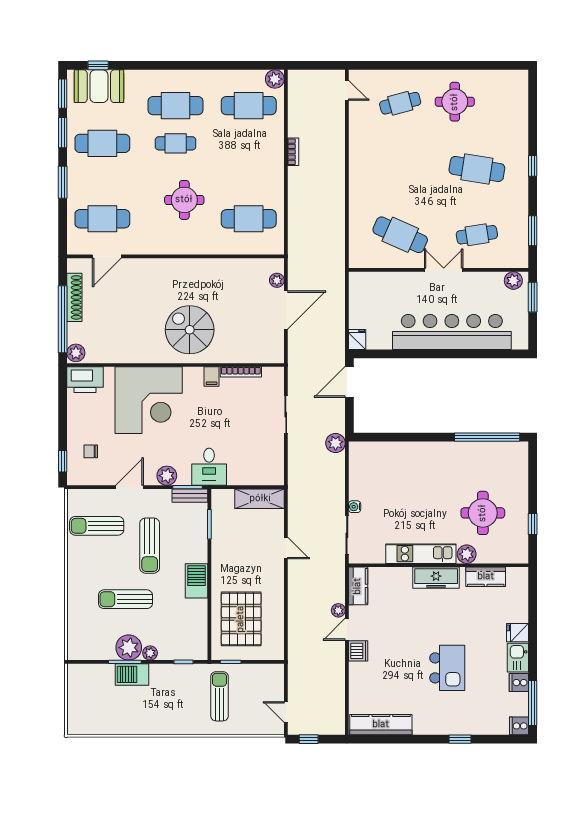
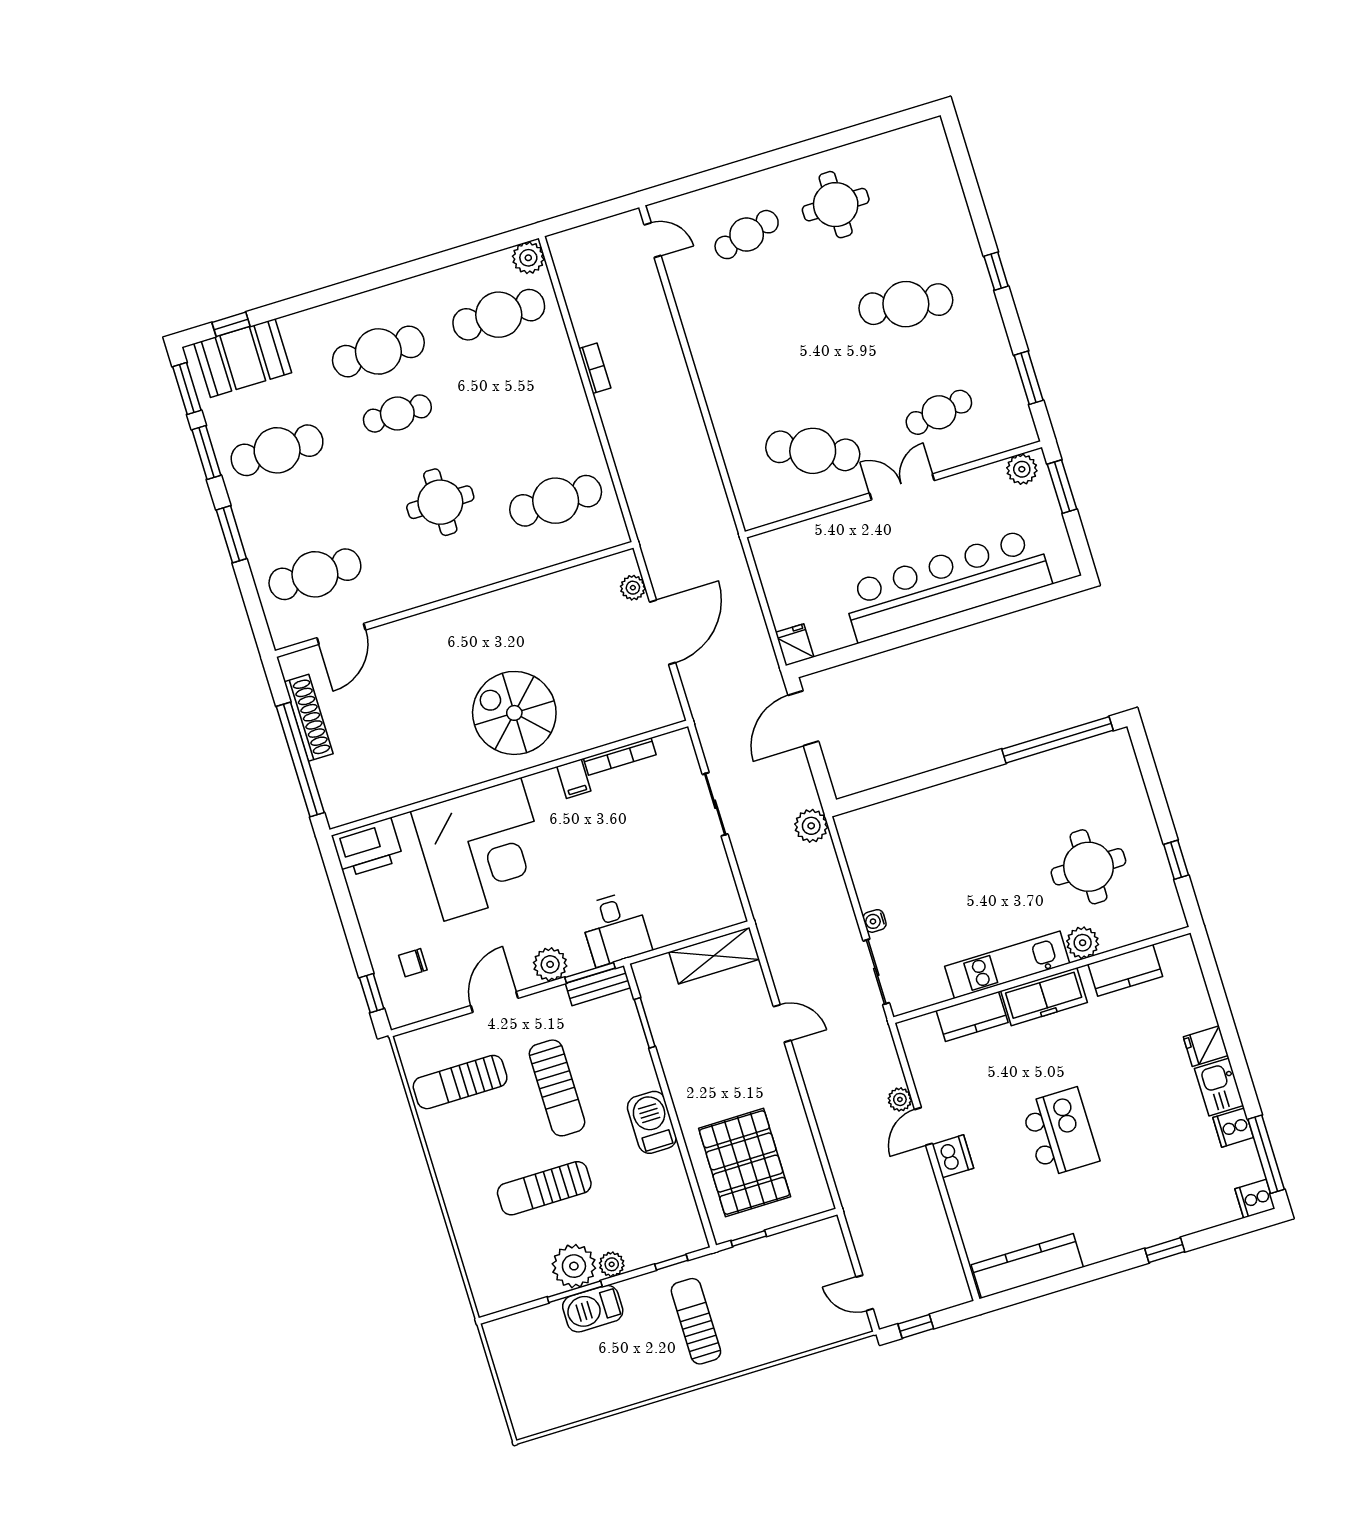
plant: (76, 353) -> (339, 808), removed
kitchen counter: (358, 586) -> (972, 1016), moved, turned 90
kitchen island: (447, 668) -> (1060, 1132), moved
sun lounger: (220, 696) -> (696, 1321), moved

